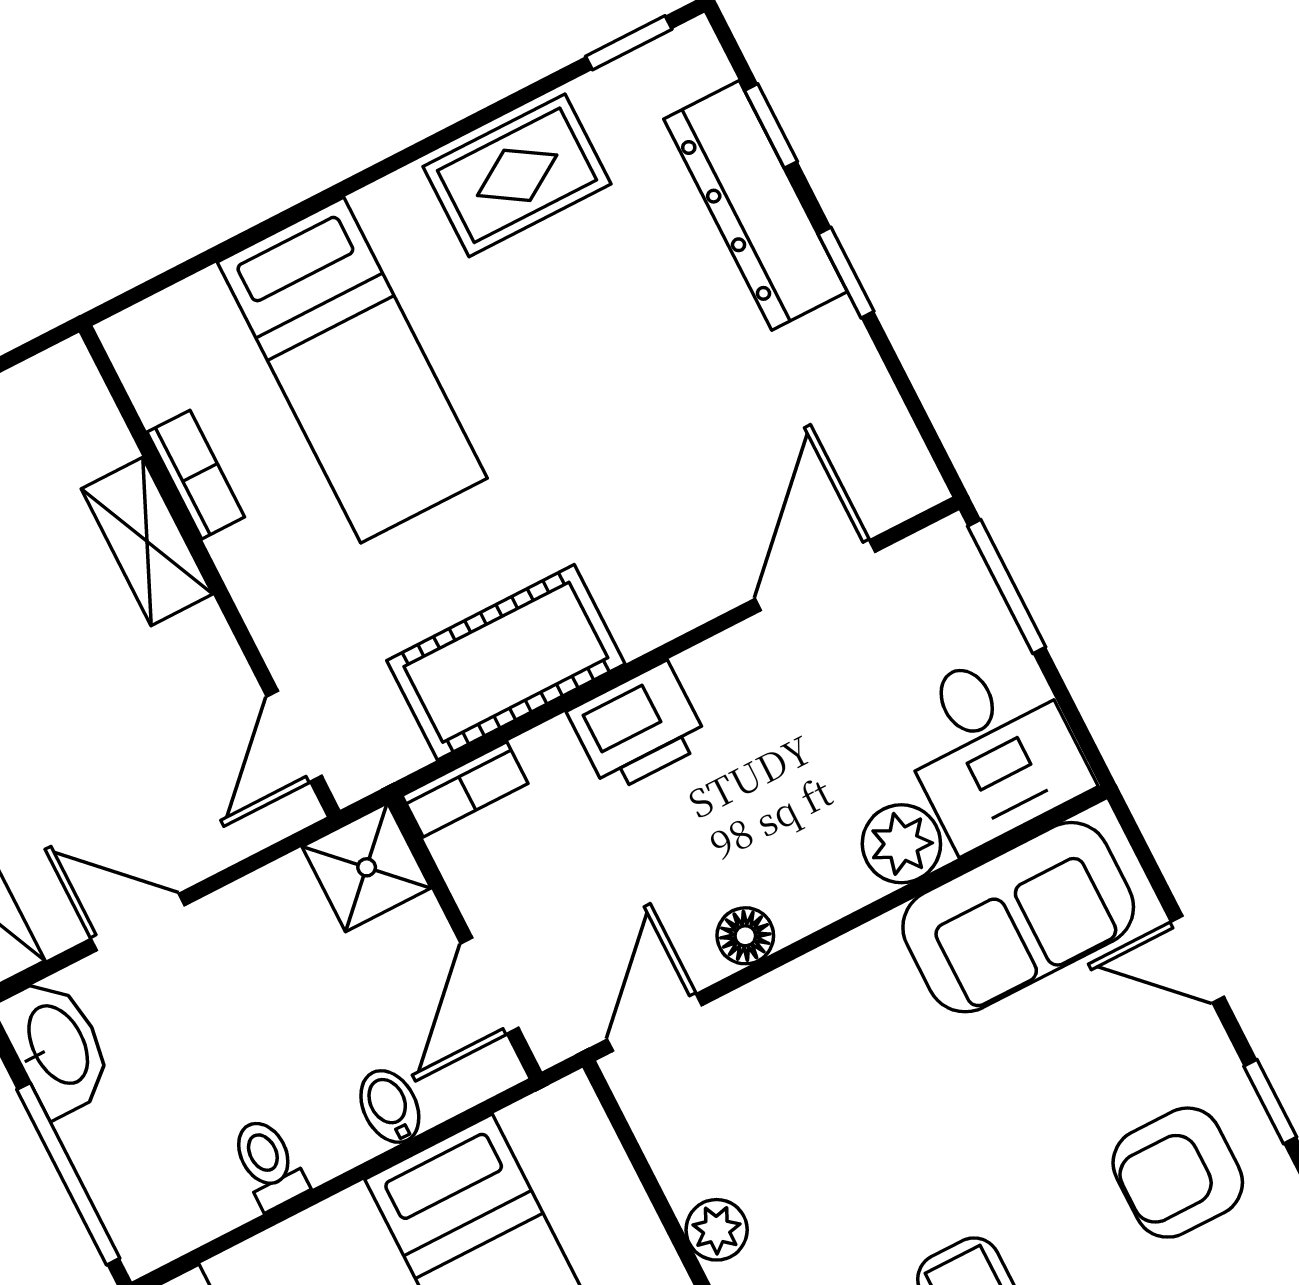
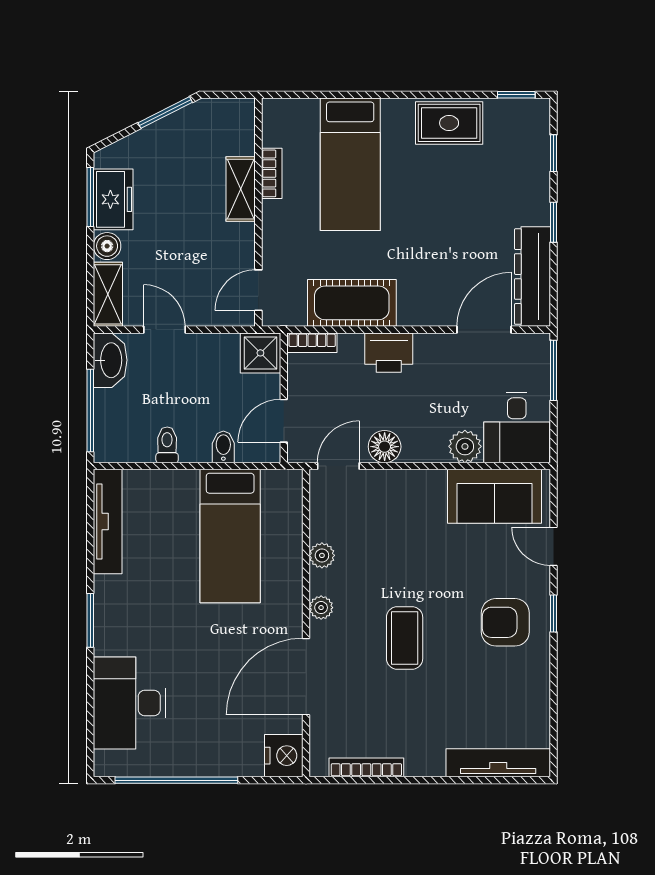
dresser: (756, 205) -> (533, 277), moved
floor lamp: (745, 936) -> (385, 447), width x1.37, depth x1.37

